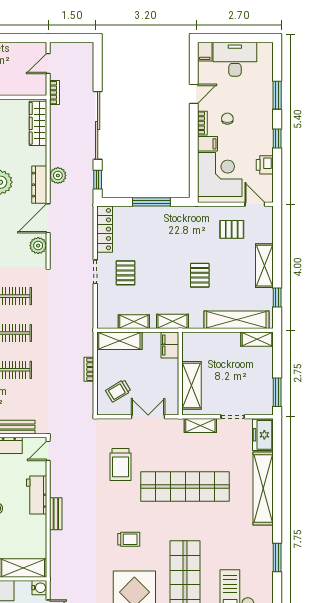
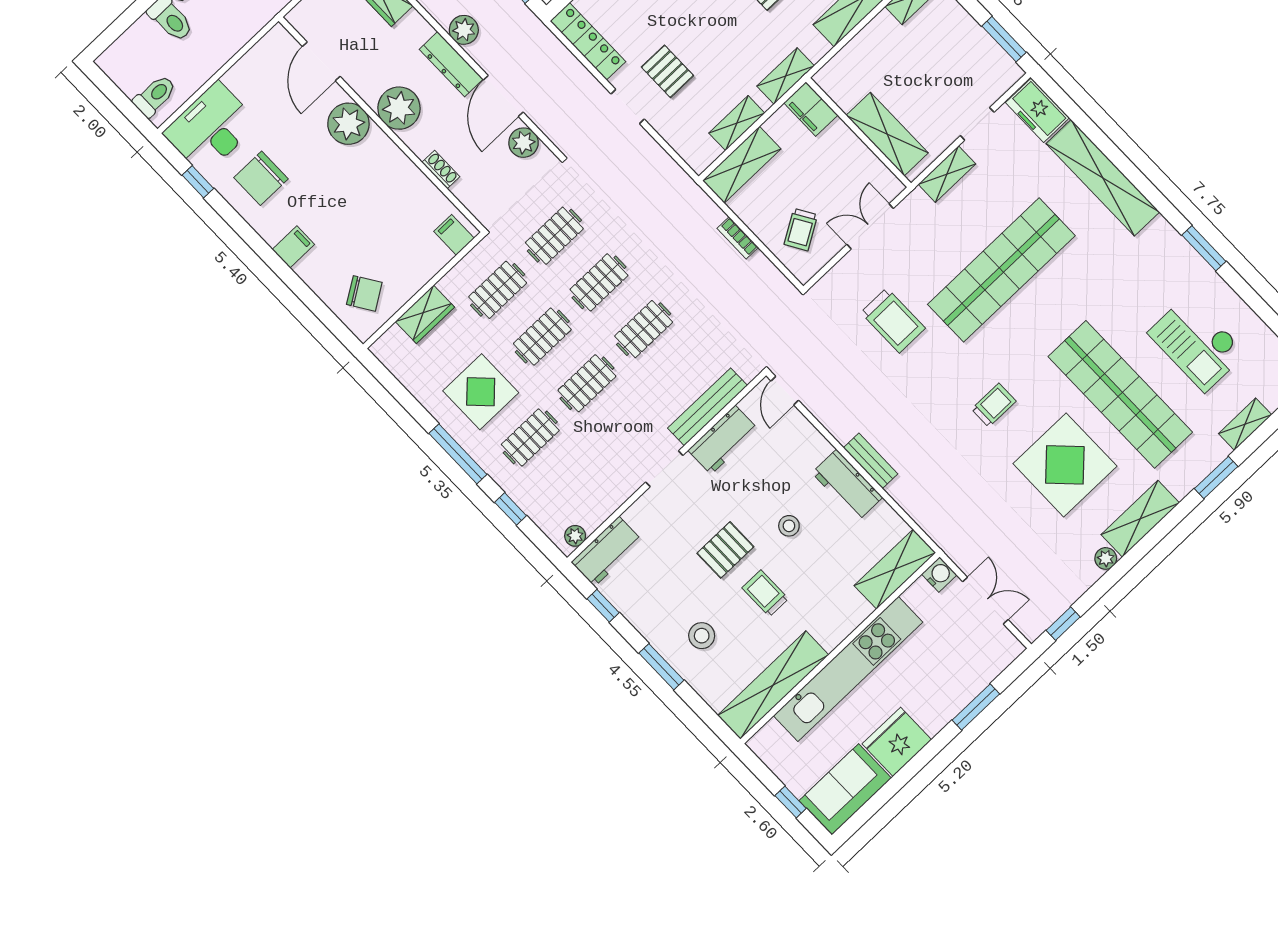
workbench: (37, 495) -> (847, 485), moved

